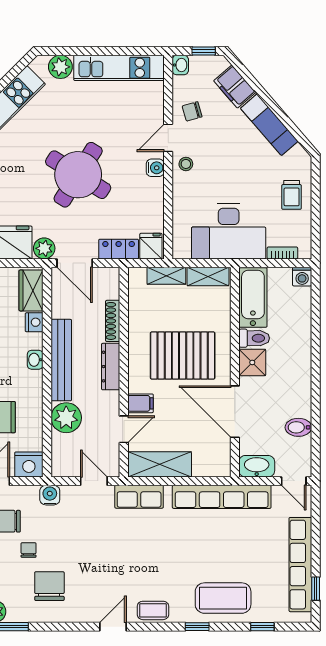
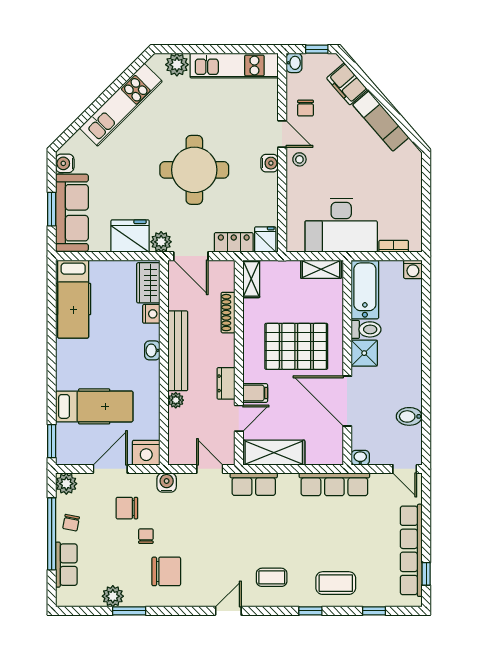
chair: (192, 111) -> (306, 108), turned -74
door: (168, 138) -> (282, 134), swing flipped
round table: (78, 175) -> (194, 170), turned -32
trolley: (292, 195) -> (403, 190), removed
shelving: (166, 276) -> (251, 279), moved, turned 90
dresser: (111, 367) -> (226, 383), moved, width x0.70
plant: (66, 418) -> (176, 400), width x0.53, depth x0.53
washbasin: (257, 466) -> (360, 458), width x0.52, depth x0.69
row of seats: (222, 497) -> (334, 484), width x0.73
chair: (49, 586) -> (166, 571), turned 90
coffee table: (223, 598) -> (336, 583), width x0.73, depth x0.76
coffee table: (153, 610) -> (272, 577), moved

